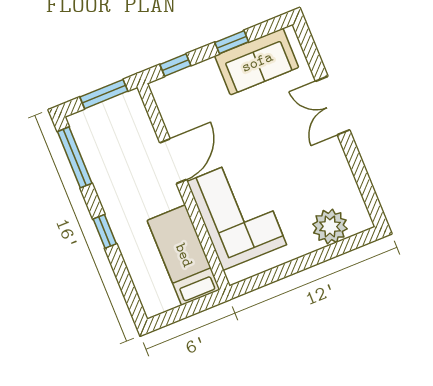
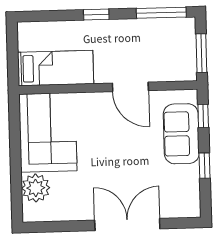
sofa: (257, 62) -> (181, 134), moved
double door: (333, 106) -> (127, 225), width x1.37
corner sofa: (237, 213) -> (48, 132), moved, turned -90

